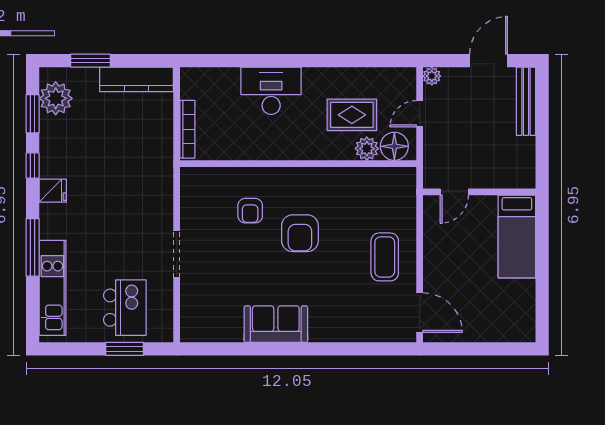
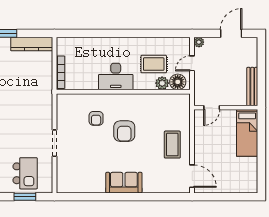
desk: (271, 91) -> (116, 76), moved, turned 180
bench: (526, 101) -> (252, 87), moved
sofa: (276, 324) -> (124, 183), moved

